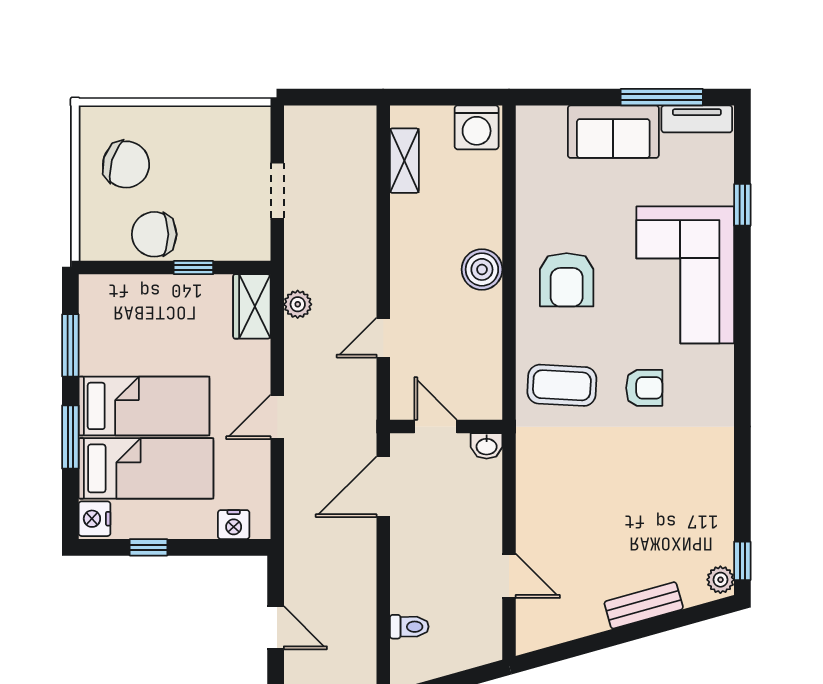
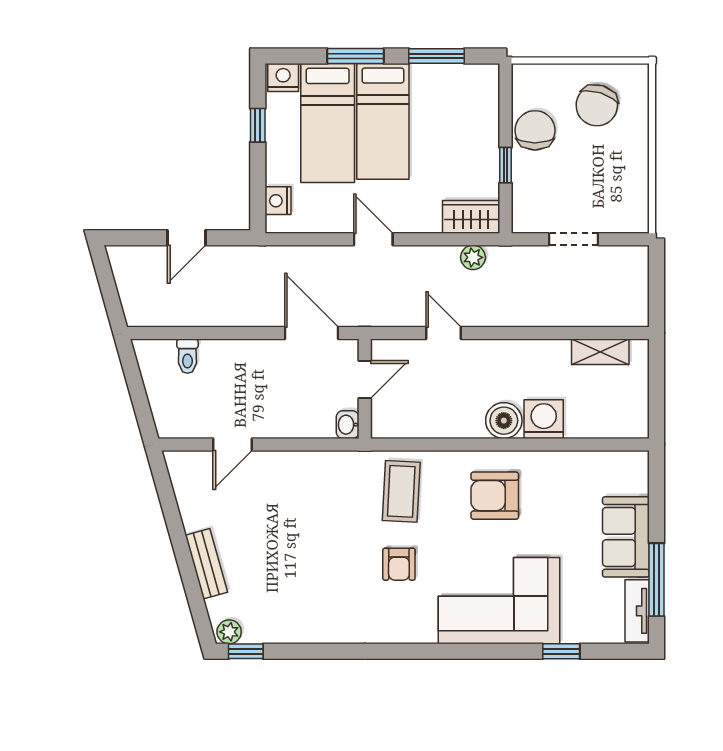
washing machine: (477, 127) -> (544, 419), moved, turned 90

